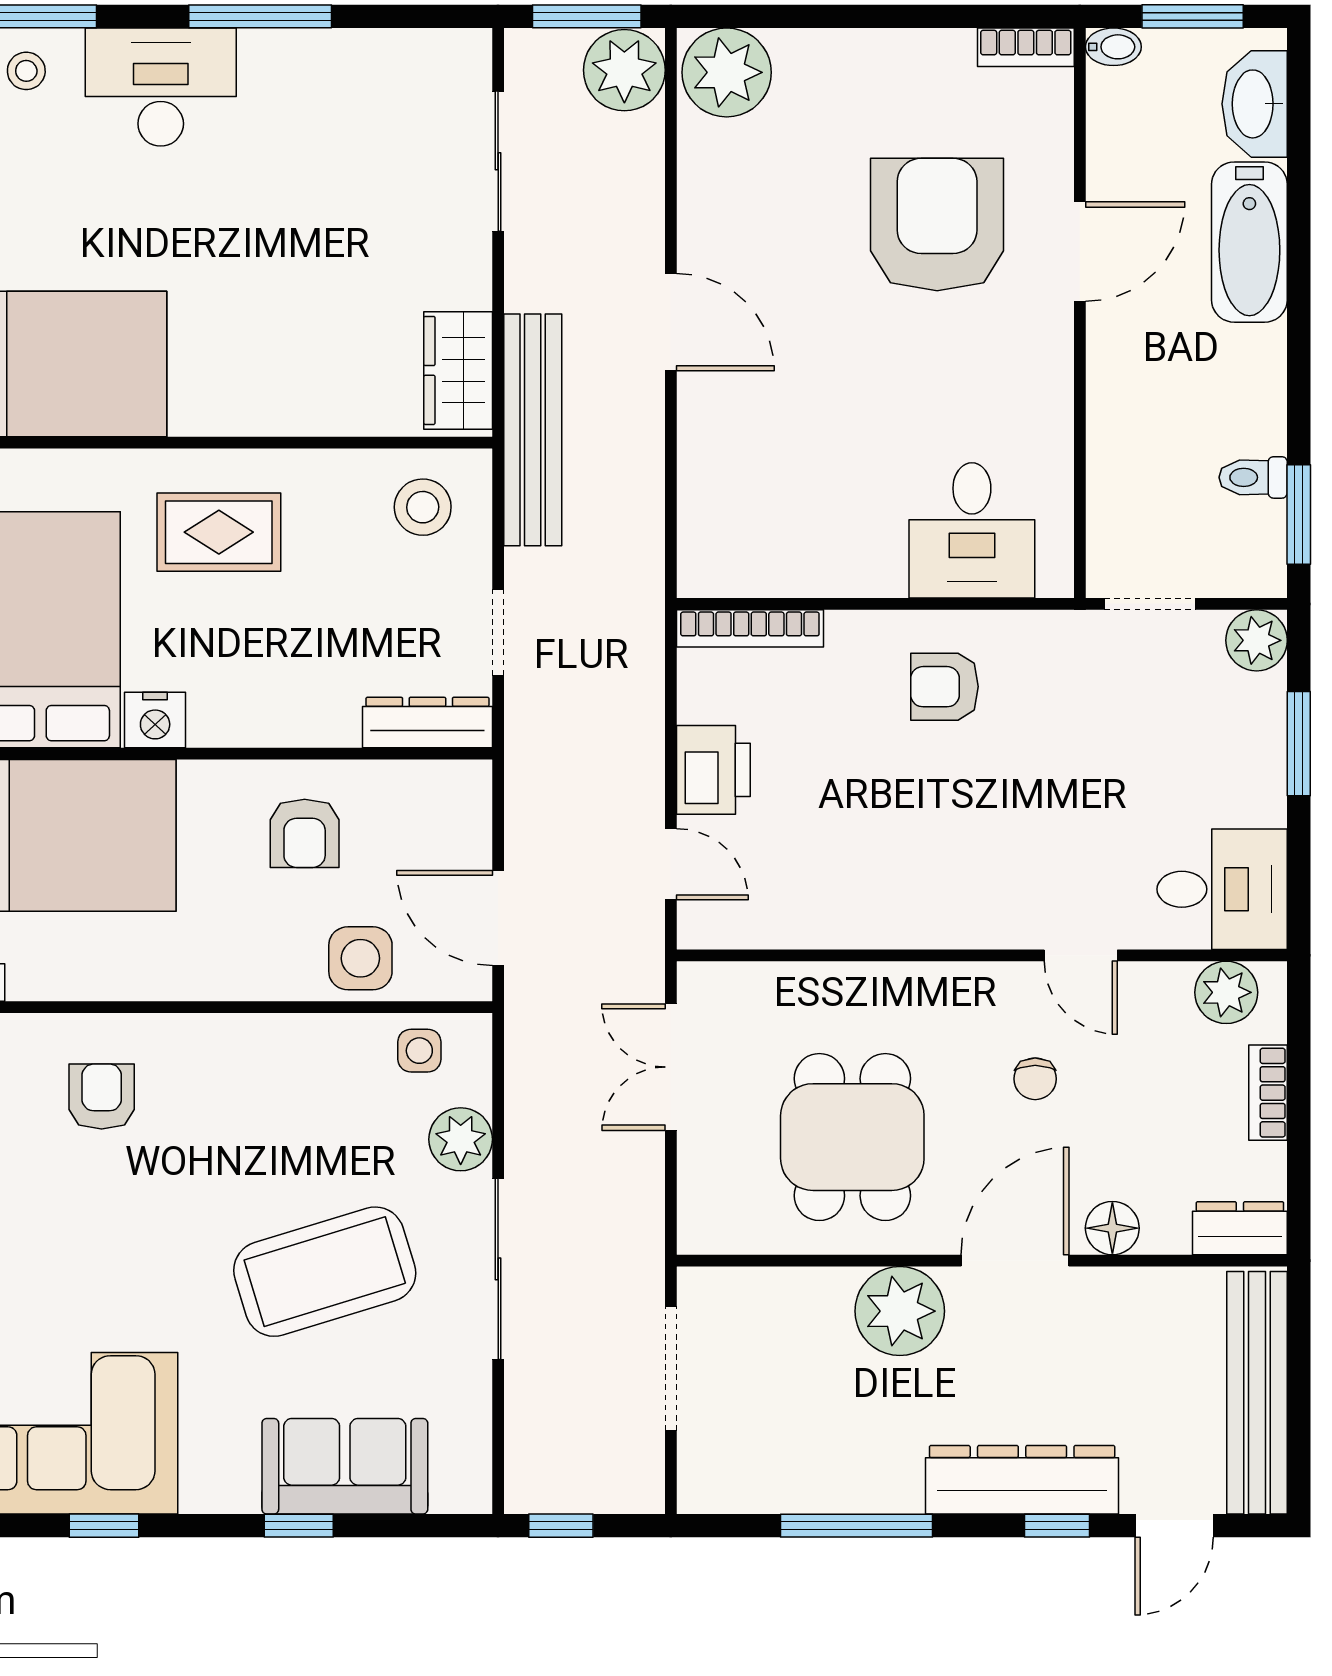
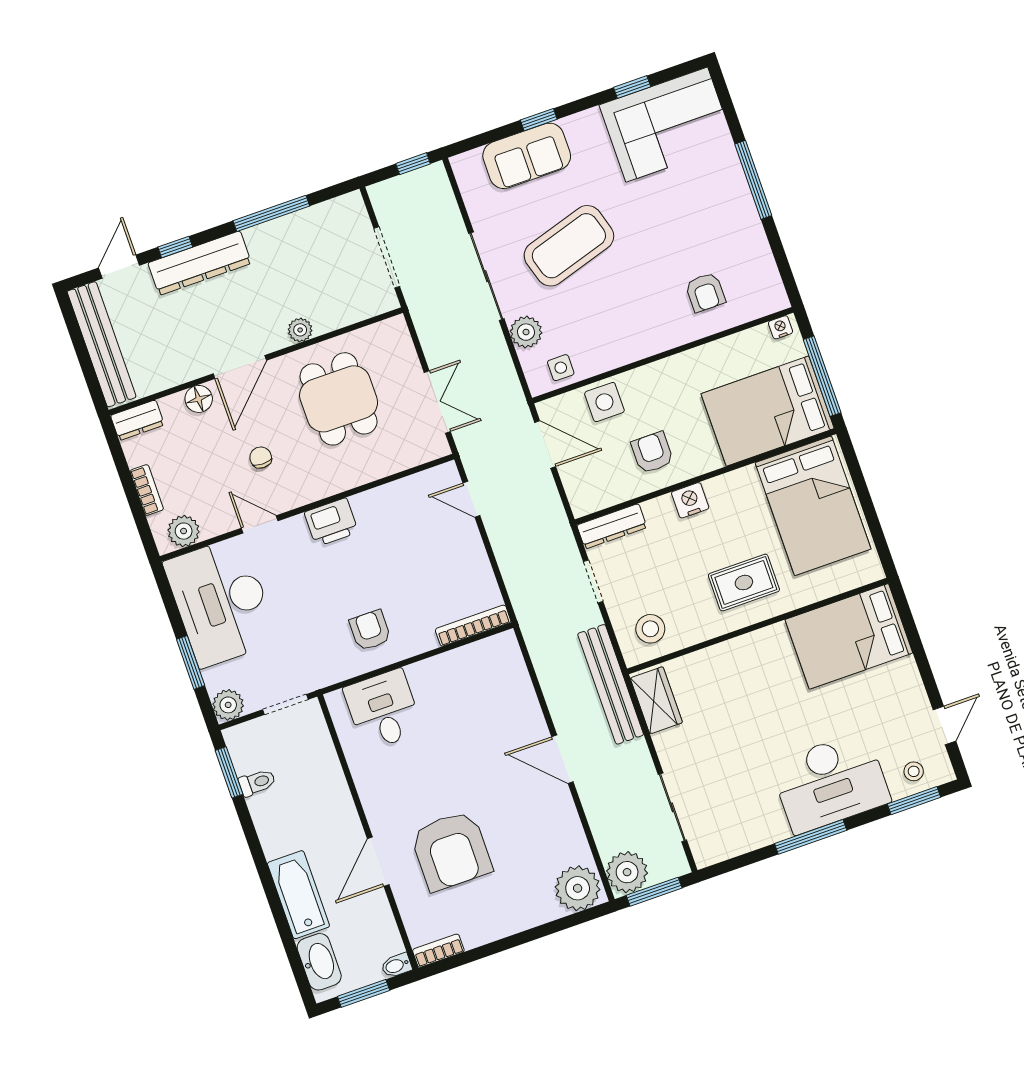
desk: (161, 87) -> (830, 782), width x1.36, depth x1.30
armchair: (944, 687) -> (370, 630), turned -90
nightstand: (155, 720) -> (690, 500), moved
printer: (713, 770) -> (331, 522), moved, turned -90
desk: (1222, 889) -> (221, 602), width x1.87, depth x1.30
plant: (900, 1311) -> (300, 330), width x0.53, depth x0.53

